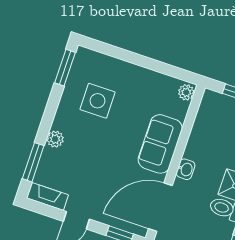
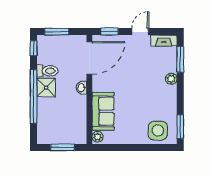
side table: (97, 101) -> (158, 131), moved
sofa: (160, 144) -> (103, 111), moved

